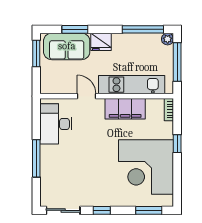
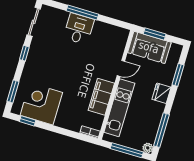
sofa: (67, 46) -> (149, 47), moved, turned -90
window: (36, 54) -> (155, 34), moved
desk: (56, 124) -> (79, 29), moved, width x0.73
window: (177, 144) -> (28, 121), moved
corner desk: (146, 167) -> (41, 104), width x0.74, depth x0.74

